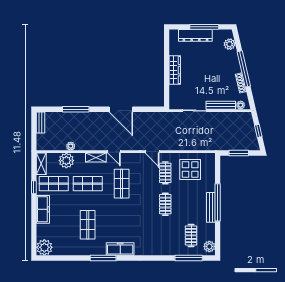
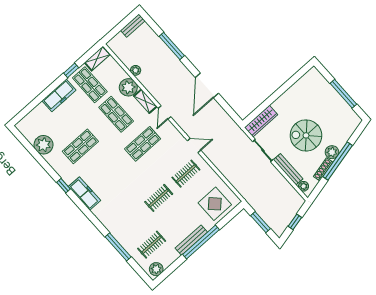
dresser: (195, 35) -> (329, 93), removed
plant: (230, 44) -> (332, 152), moved
wardrobe: (175, 70) -> (261, 121), moved
spiral stairs: (209, 74) -> (306, 135), added
door: (152, 152) -> (194, 146), swing flipped
plant: (66, 161) -> (128, 87), moved
display table: (190, 170) -> (215, 204), moved
plant: (44, 247) -> (43, 145), moved
window: (103, 258) -> (63, 186), width x0.46
window: (189, 258) -> (118, 247), moved

